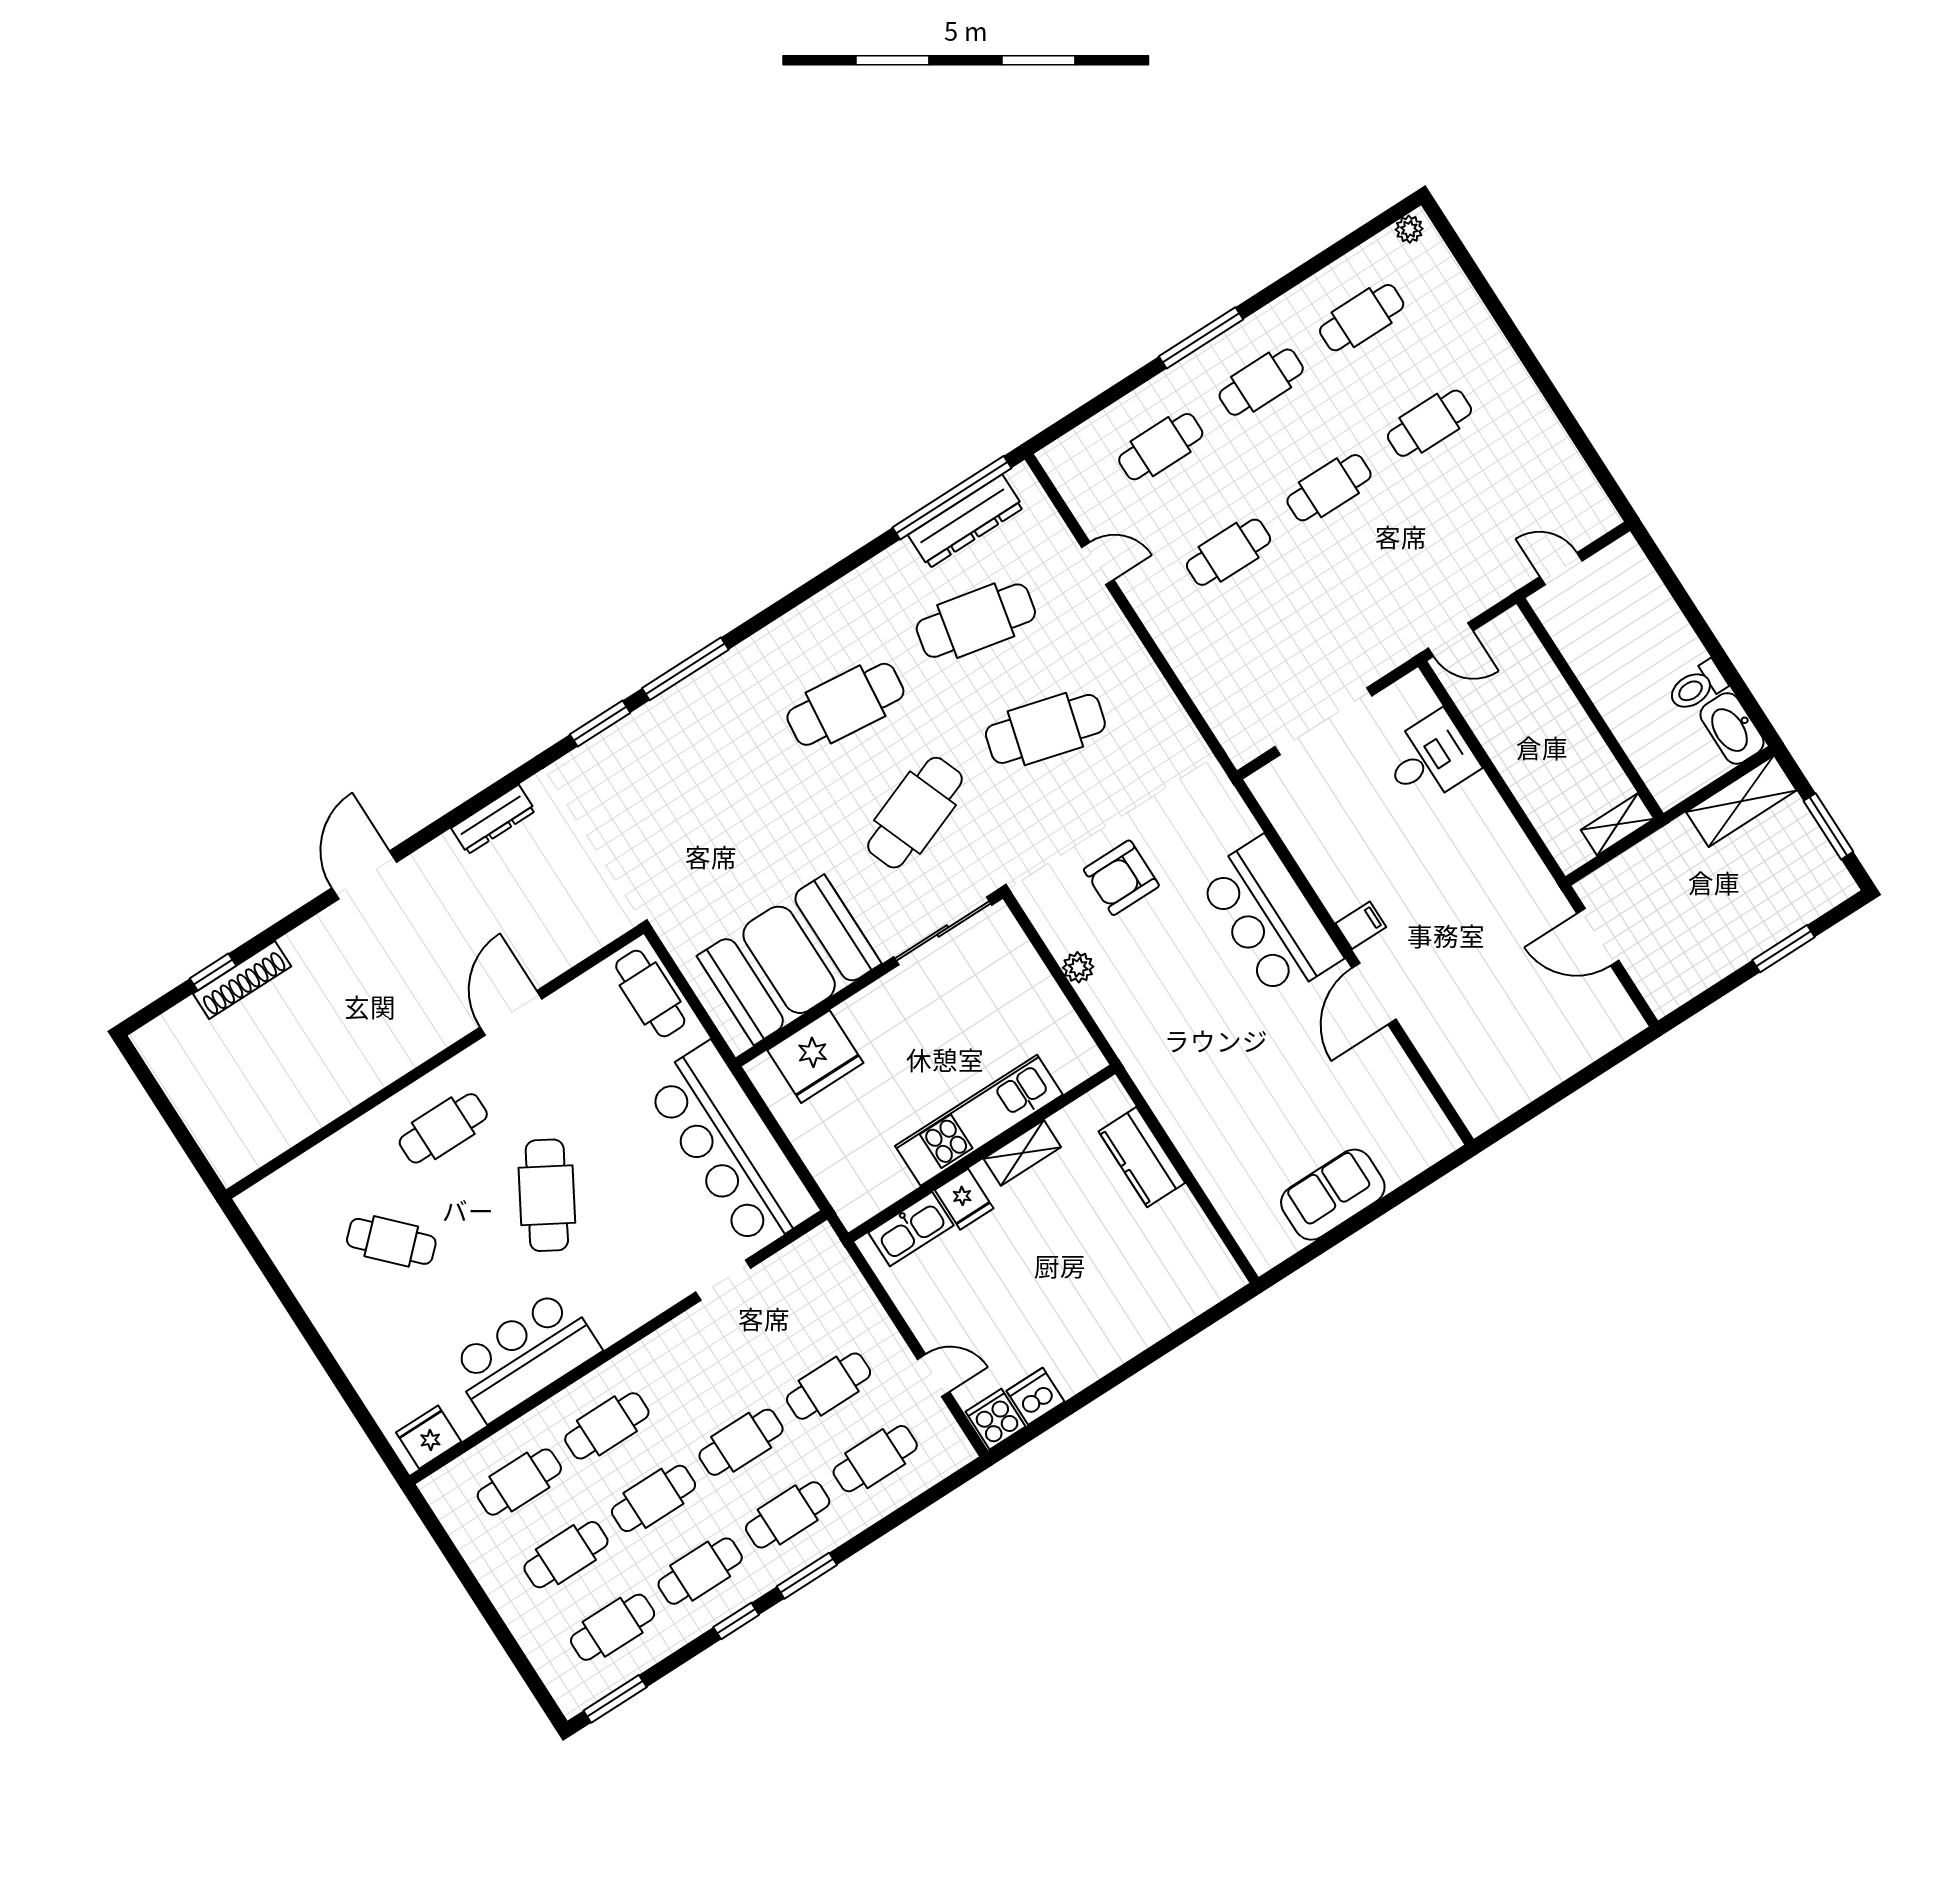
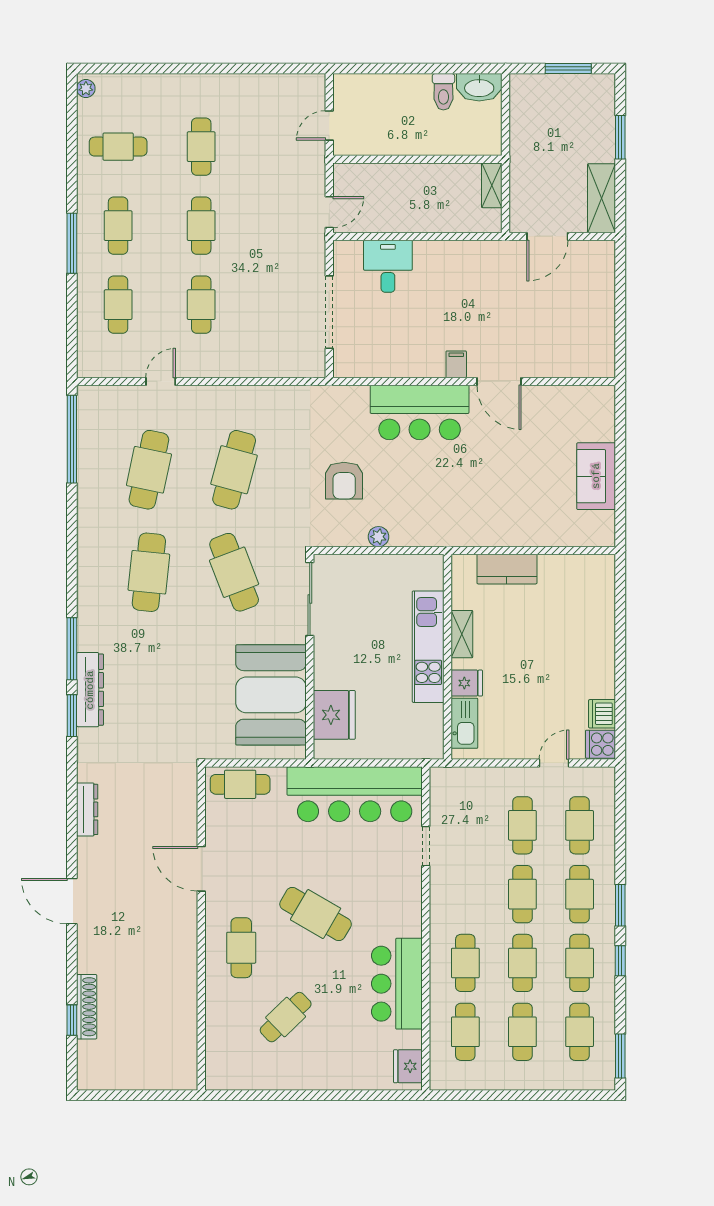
cafe table: (1362, 318) -> (118, 147), turned 90
dresser: (966, 521) -> (90, 690), moved
shelving: (1741, 801) -> (602, 198), moved

